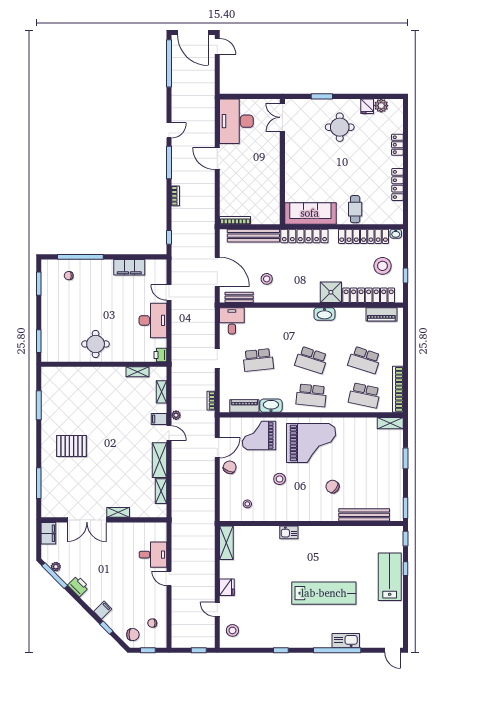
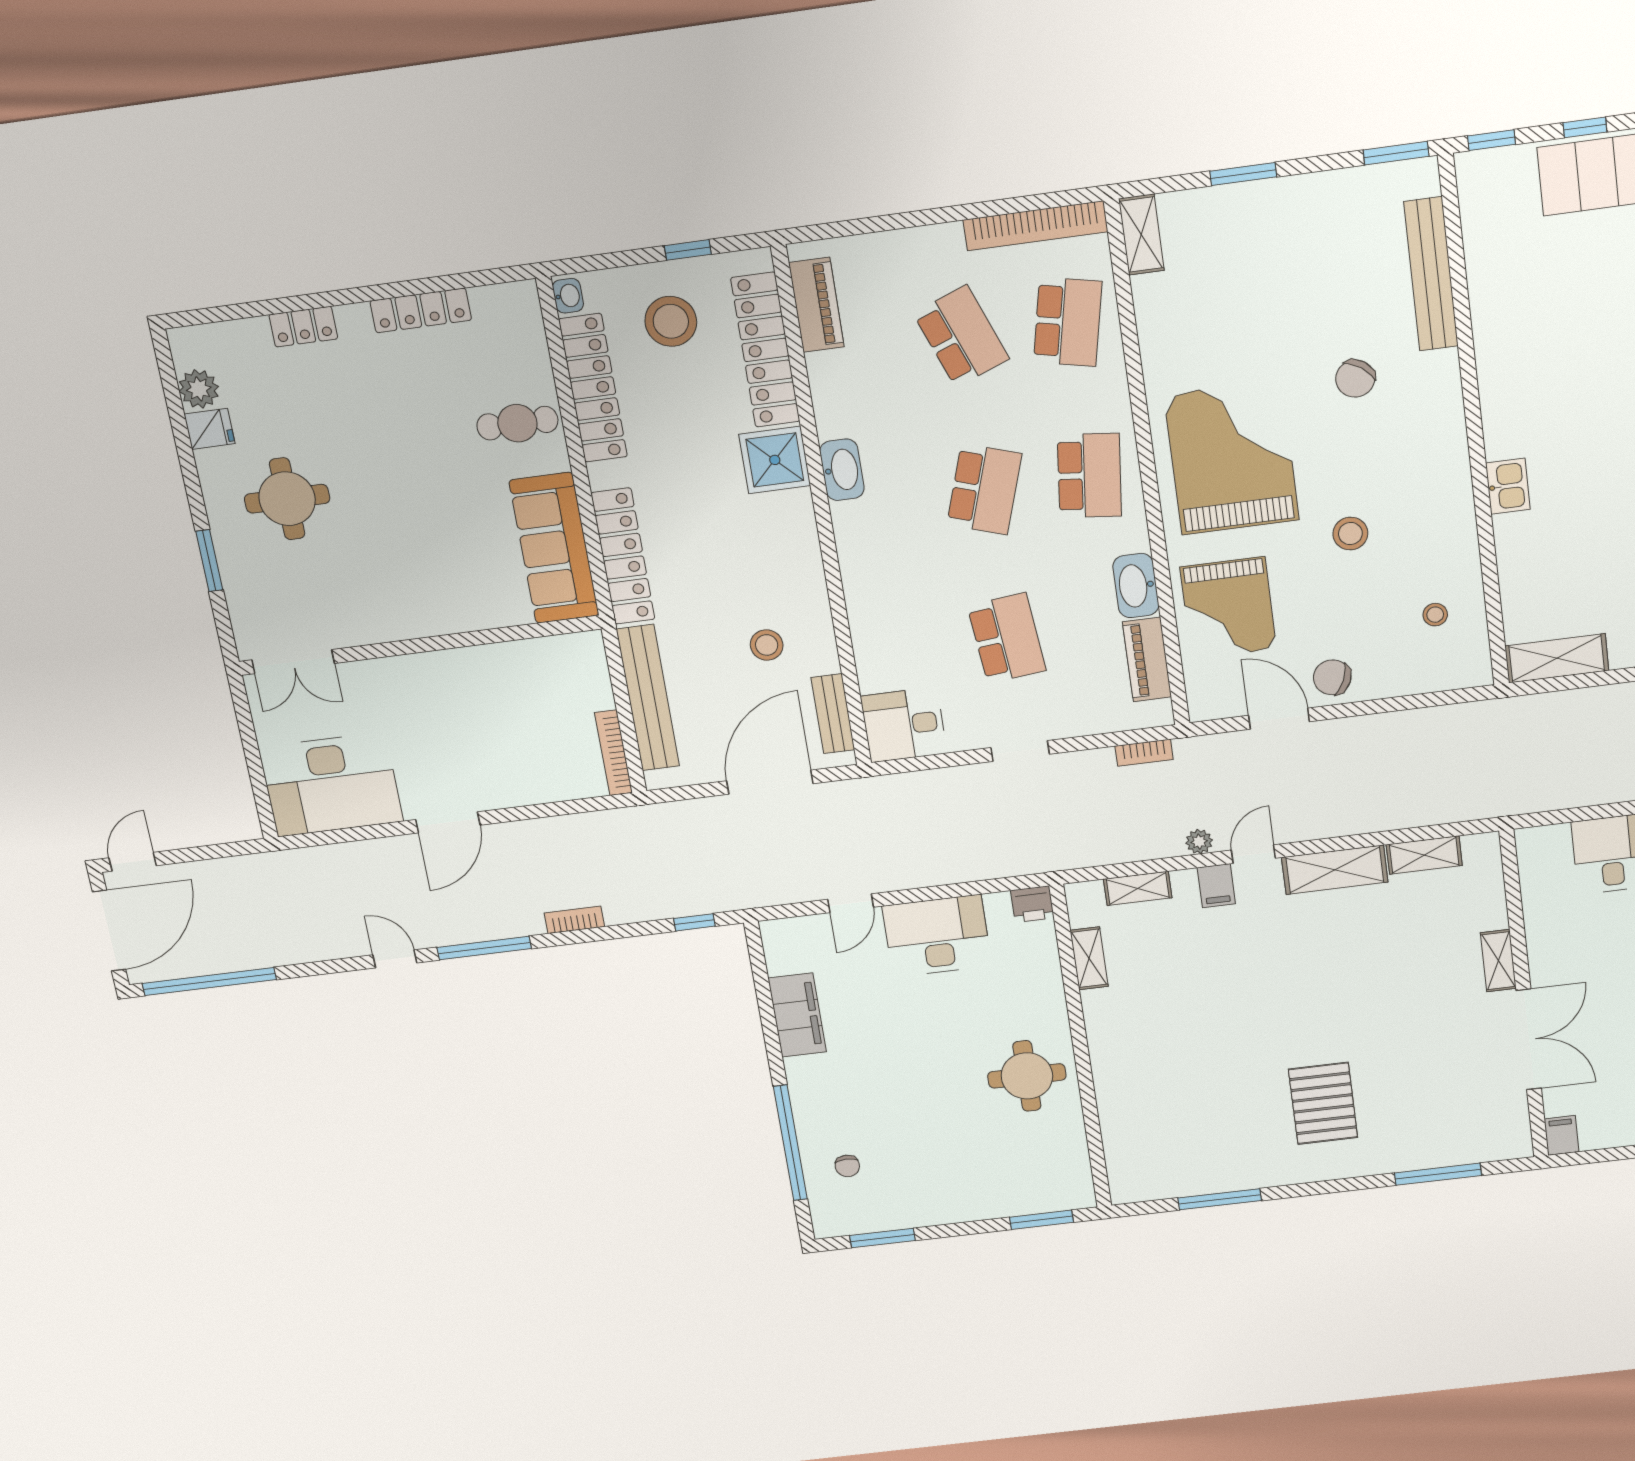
school desk: (364, 360) -> (961, 336), turned -39
filing cabinet: (48, 533) -> (1562, 1135), width x0.50

